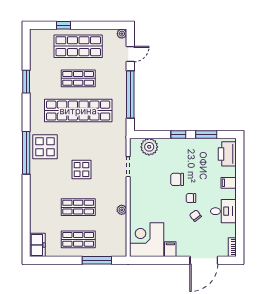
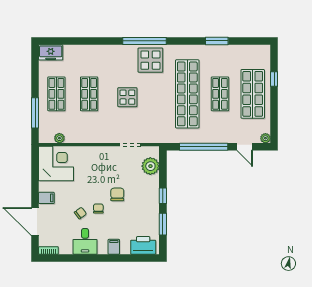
plant: (122, 210) -> (59, 138), moved
filing cabinet: (170, 249) -> (46, 198), moved

